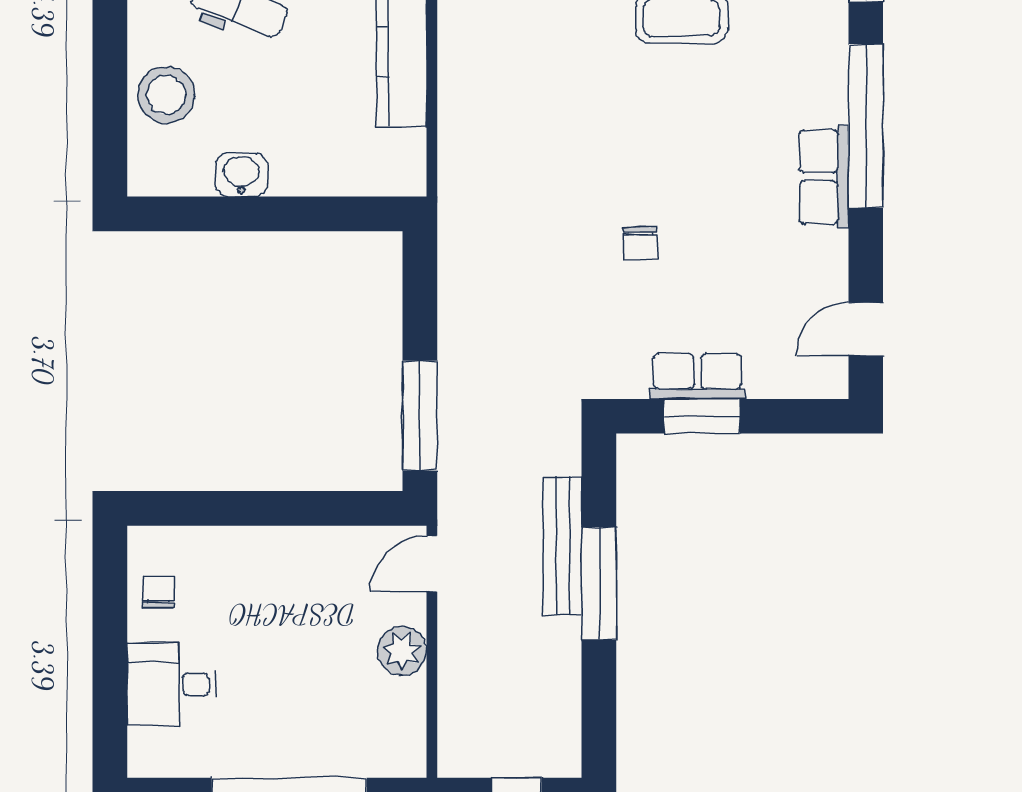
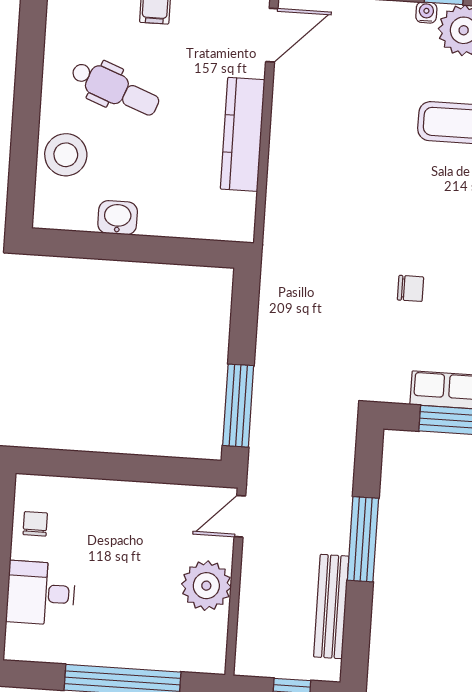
chair: (640, 243) -> (410, 288), turned -90
bench: (562, 546) -> (331, 607), moved
plant: (402, 651) -> (206, 586), width x1.36, depth x1.36

